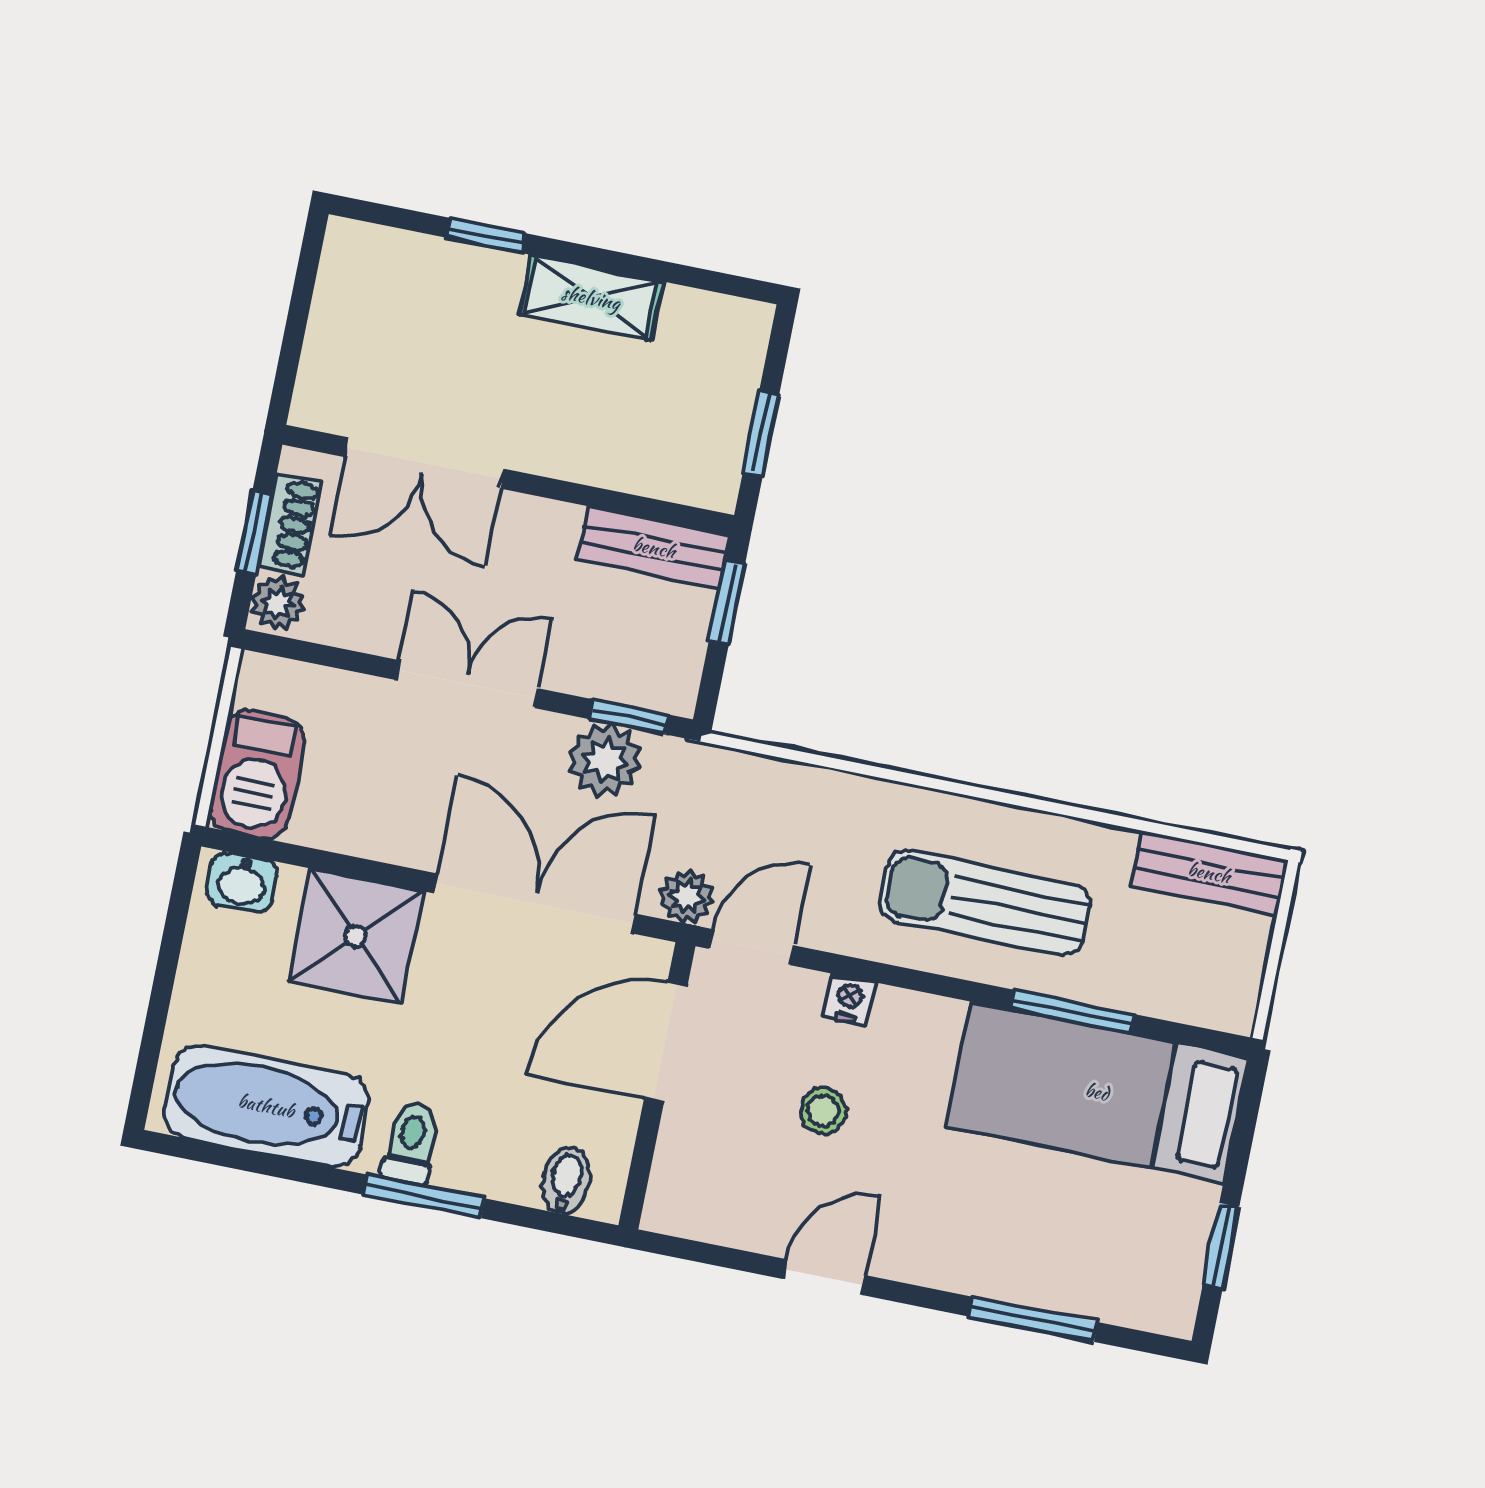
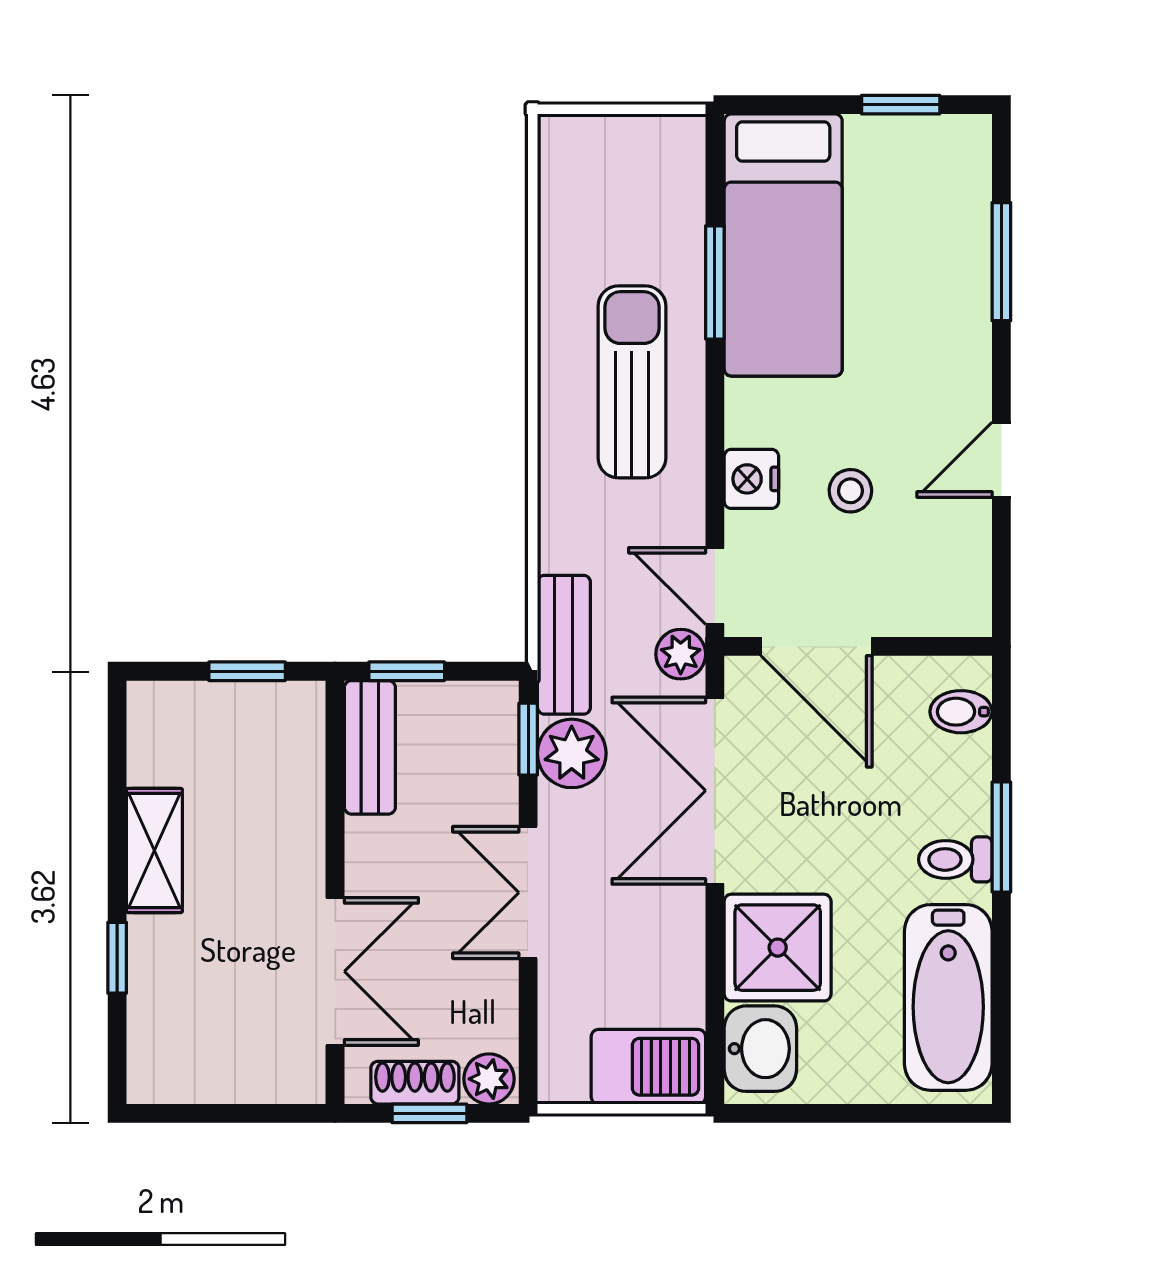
bench: (1209, 873) -> (564, 645), moved
washbasin: (242, 882) -> (760, 1049), width x1.38, depth x1.45
sun lounger: (985, 903) -> (632, 382), turned 180
nightstand: (850, 999) -> (751, 479), width x1.39, depth x1.35
door: (824, 1277) -> (1001, 460), hinge flipped

